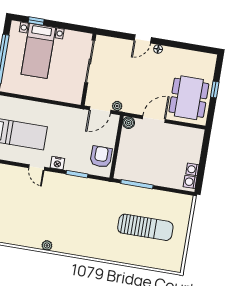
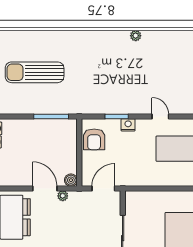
plant: (117, 106) -> (63, 196), moved
door: (154, 119) -> (45, 188), swing flipped
nightstand: (57, 163) -> (128, 125), moved

